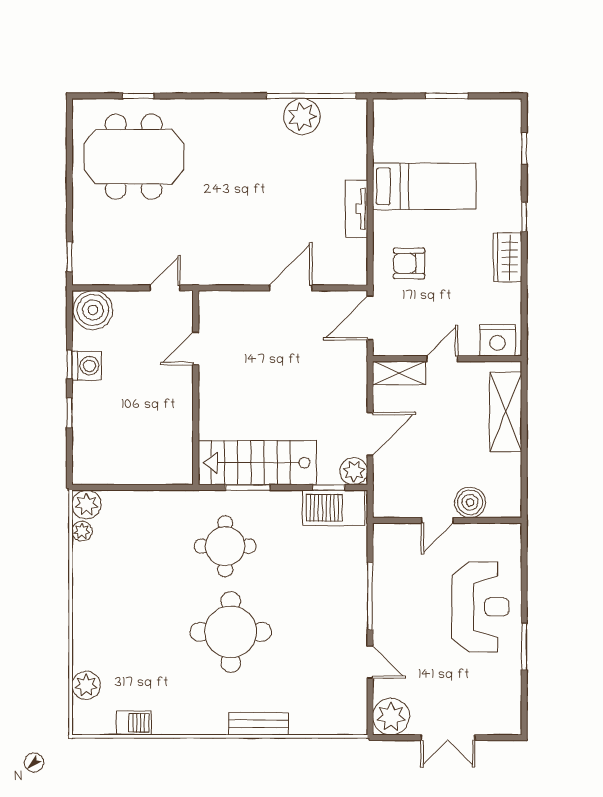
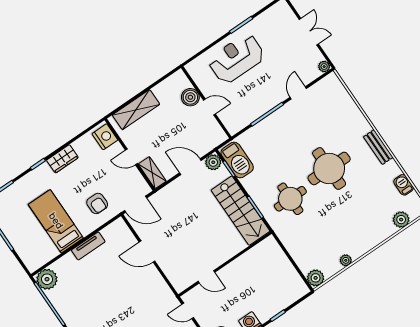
plant: (302, 117) -> (47, 279), moved
plant: (82, 531) -> (346, 260), moved
plant: (391, 717) -> (324, 67), width x0.53, depth x0.53
bench: (259, 724) -> (378, 147), moved

